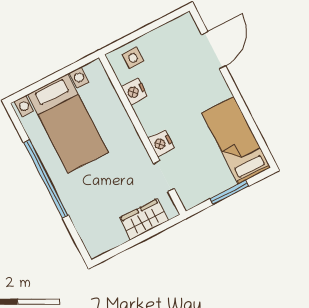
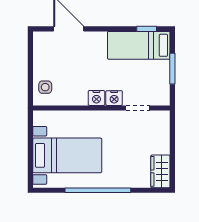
nightstand: (135, 91) -> (96, 98), moved
window: (260, 140) -> (147, 29), added
wardrobe: (144, 219) -> (160, 171), moved

